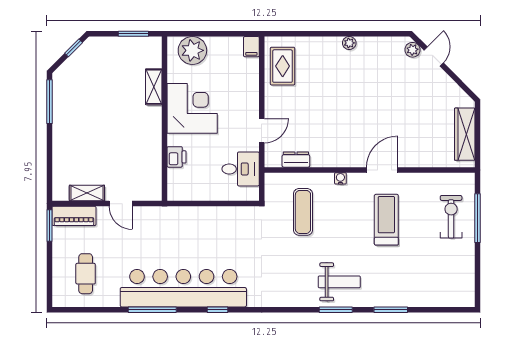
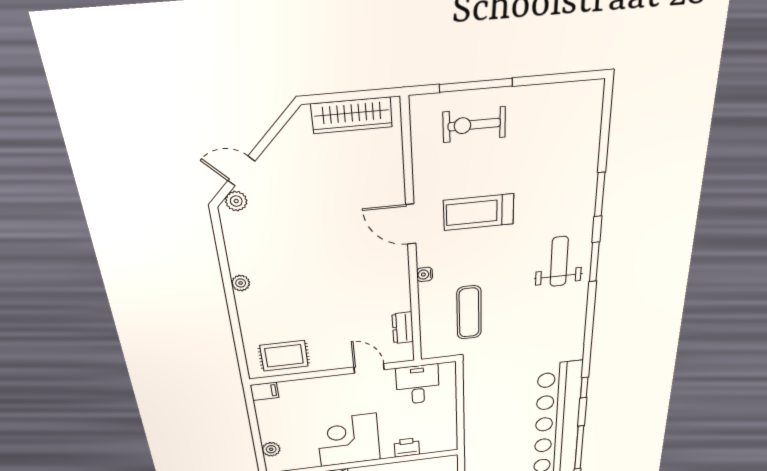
plant: (192, 50) -> (271, 449), width x0.53, depth x0.53
exercise mat: (303, 212) -> (469, 313), turned 90

